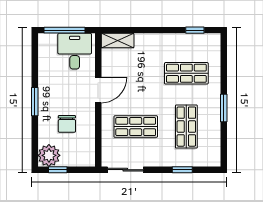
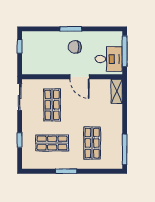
window: (195, 30) -> (125, 149), width x2.17
chair: (67, 124) -> (75, 47), moved
plant: (49, 155) -> (30, 40), removed

